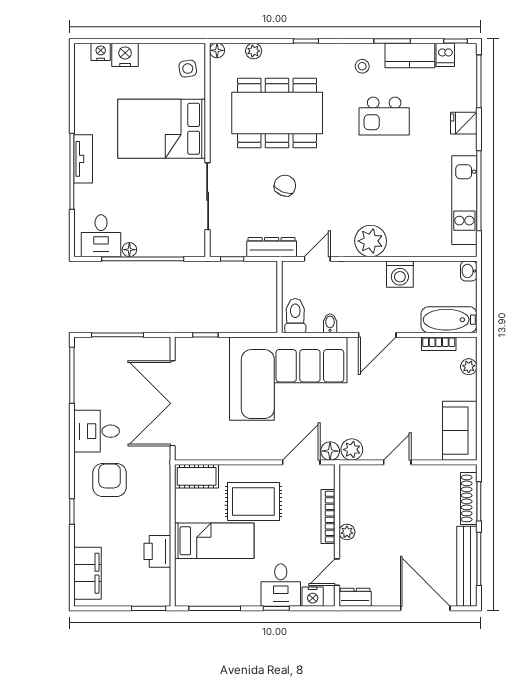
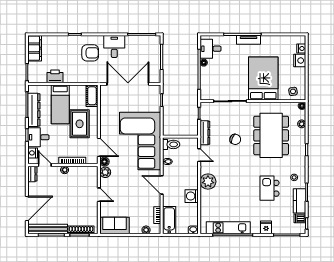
filing cabinet: (87, 573) -> (35, 48), moved, turned -90
dresser: (225, 594) -> (34, 110), added

